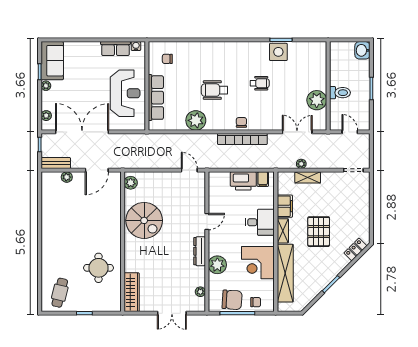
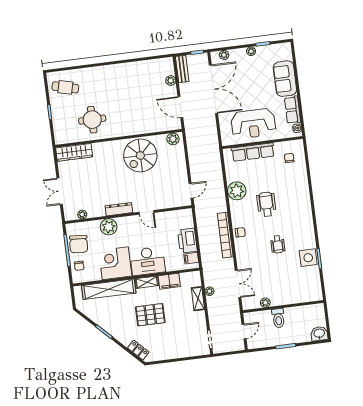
sofa: (52, 61) -> (285, 79), moved, turned 90
plant: (317, 100) -> (265, 303), width x0.53, depth x0.53
desk: (260, 222) -> (148, 261), width x1.37

